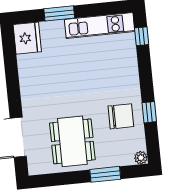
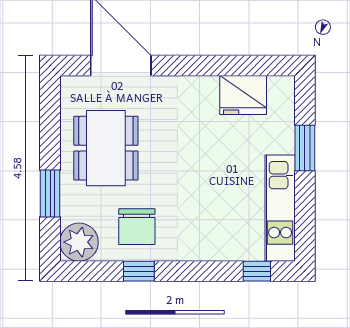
fridge: (27, 38) -> (243, 95), moved
dining table: (72, 141) -> (106, 148), turned 90
plant: (141, 158) -> (79, 242), width x1.88, depth x1.88

